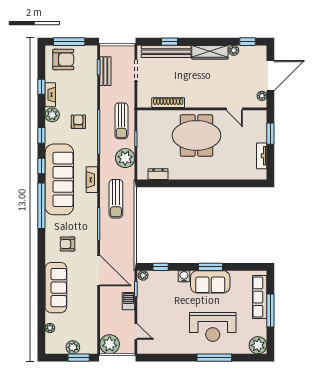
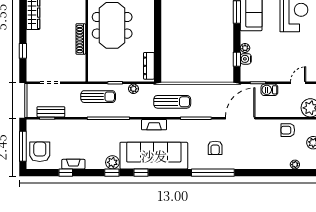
bench: (166, 52) -> (32, 54), removed
shoe rack: (168, 103) -> (81, 39), moved
plant: (52, 115) -> (112, 162), moved
armchair: (78, 122) -> (288, 130), moved
plant: (125, 158) -> (133, 89), width x0.53, depth x0.53
dresser: (158, 174) -> (149, 66), width x1.44
window: (41, 206) -> (213, 173), moved
plant: (143, 275) -> (245, 48), moved
water cooler: (184, 276) -> (246, 59), moved
sofa: (56, 288) -> (257, 159), removed

